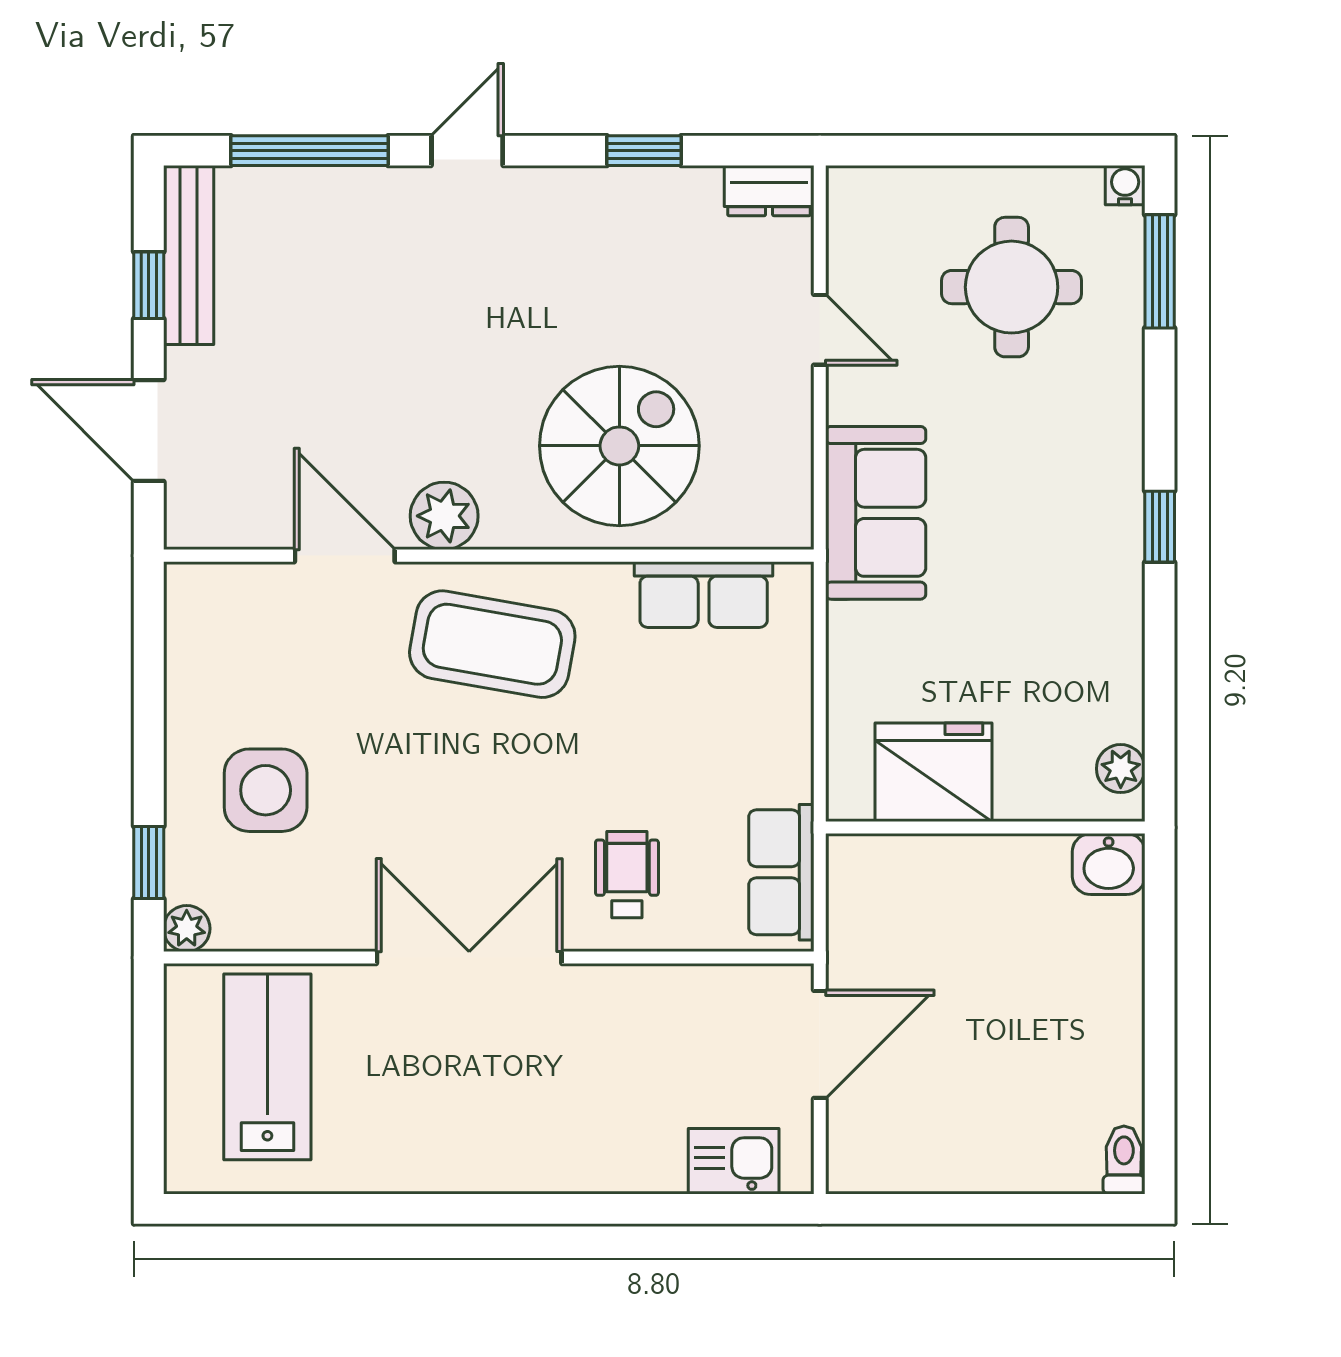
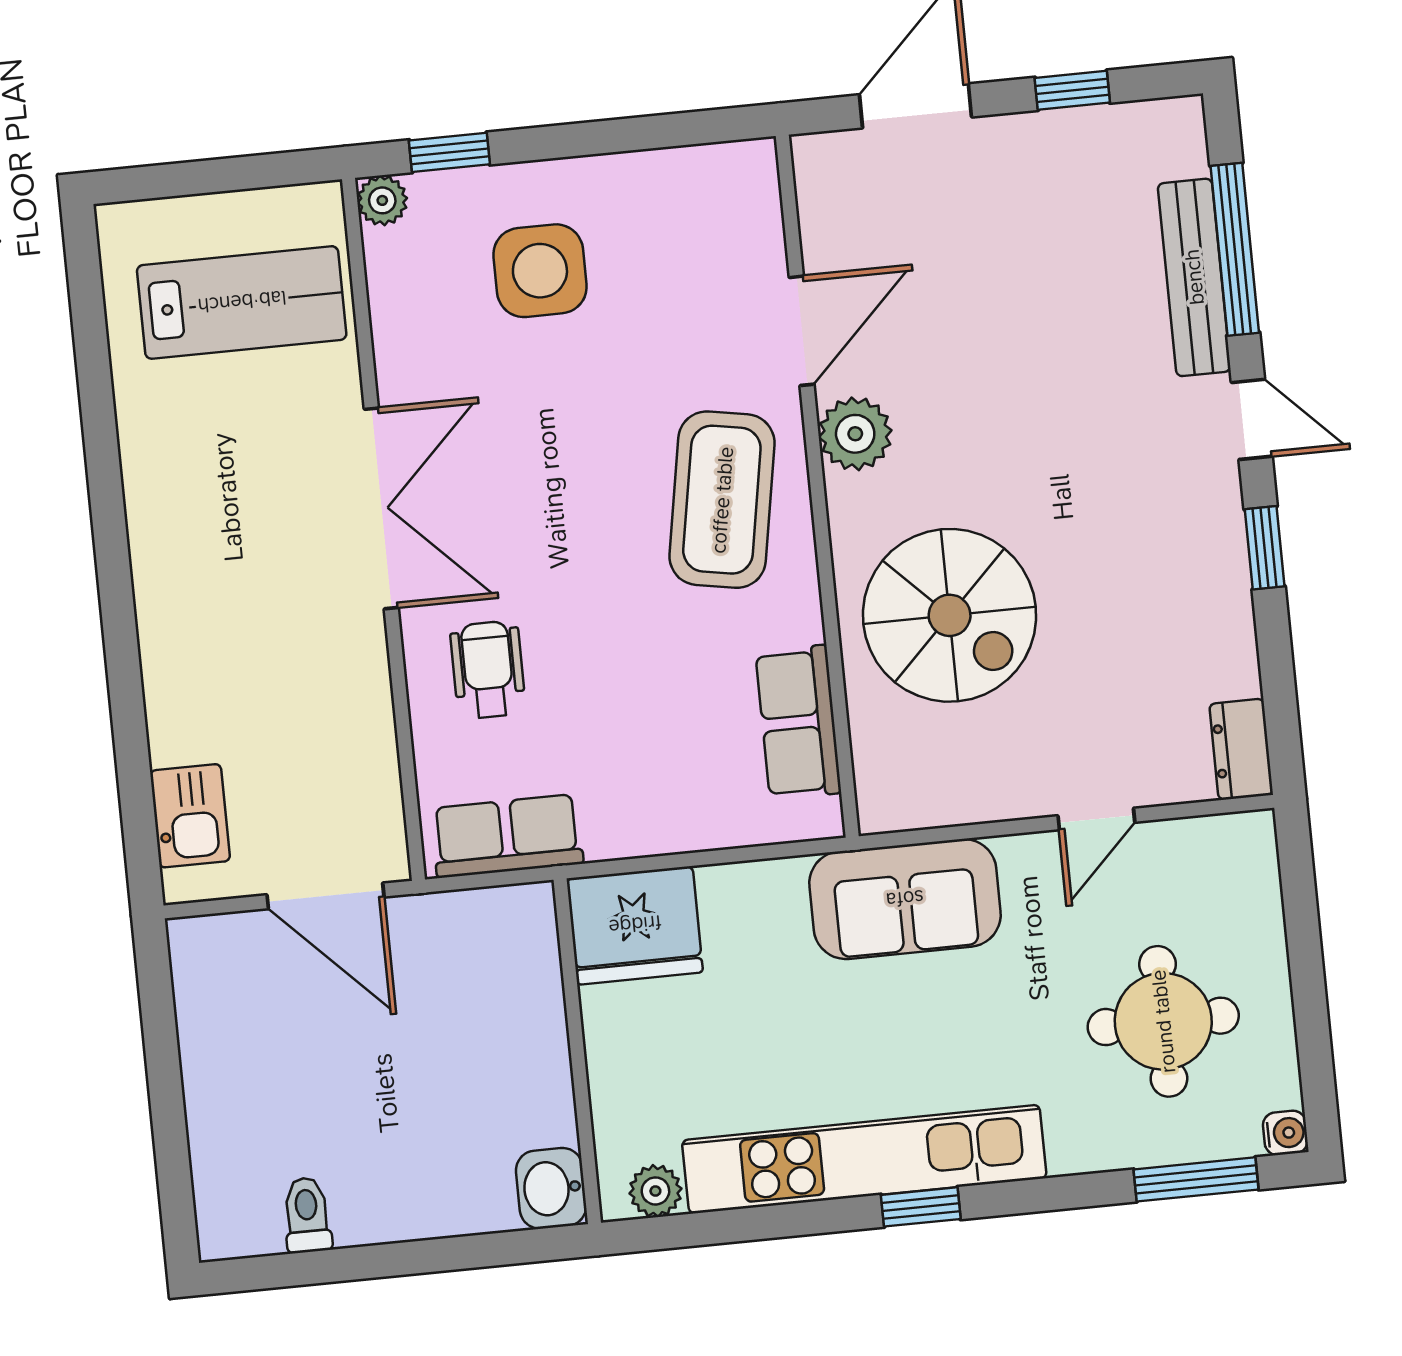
window: (644, 151) -> (1265, 548), moved
bench: (189, 255) -> (1194, 277), moved, turned 90
kitchen unit: (1111, 574) -> (864, 1159), added
fridge: (934, 772) -> (635, 925), moved, turned 90
wheelchair: (627, 875) -> (488, 670), turned -90
toilet: (1124, 1160) -> (307, 1215), moved, turned -90

